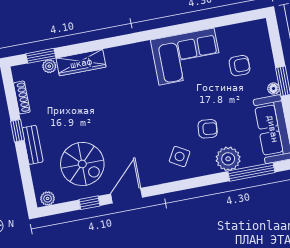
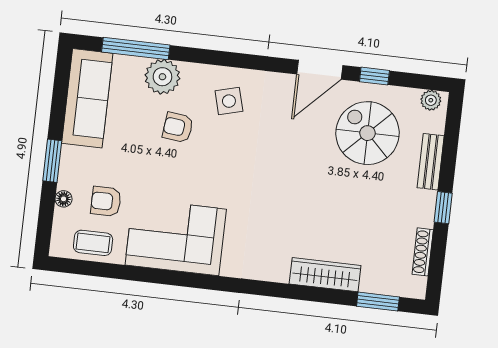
coffee table: (239, 36) -> (93, 243), added
plant: (49, 66) -> (371, 283), removed
floor lamp: (274, 89) -> (64, 199), moved
bench: (33, 145) -> (431, 162), moved
side table: (180, 157) -> (229, 101), turned 45

